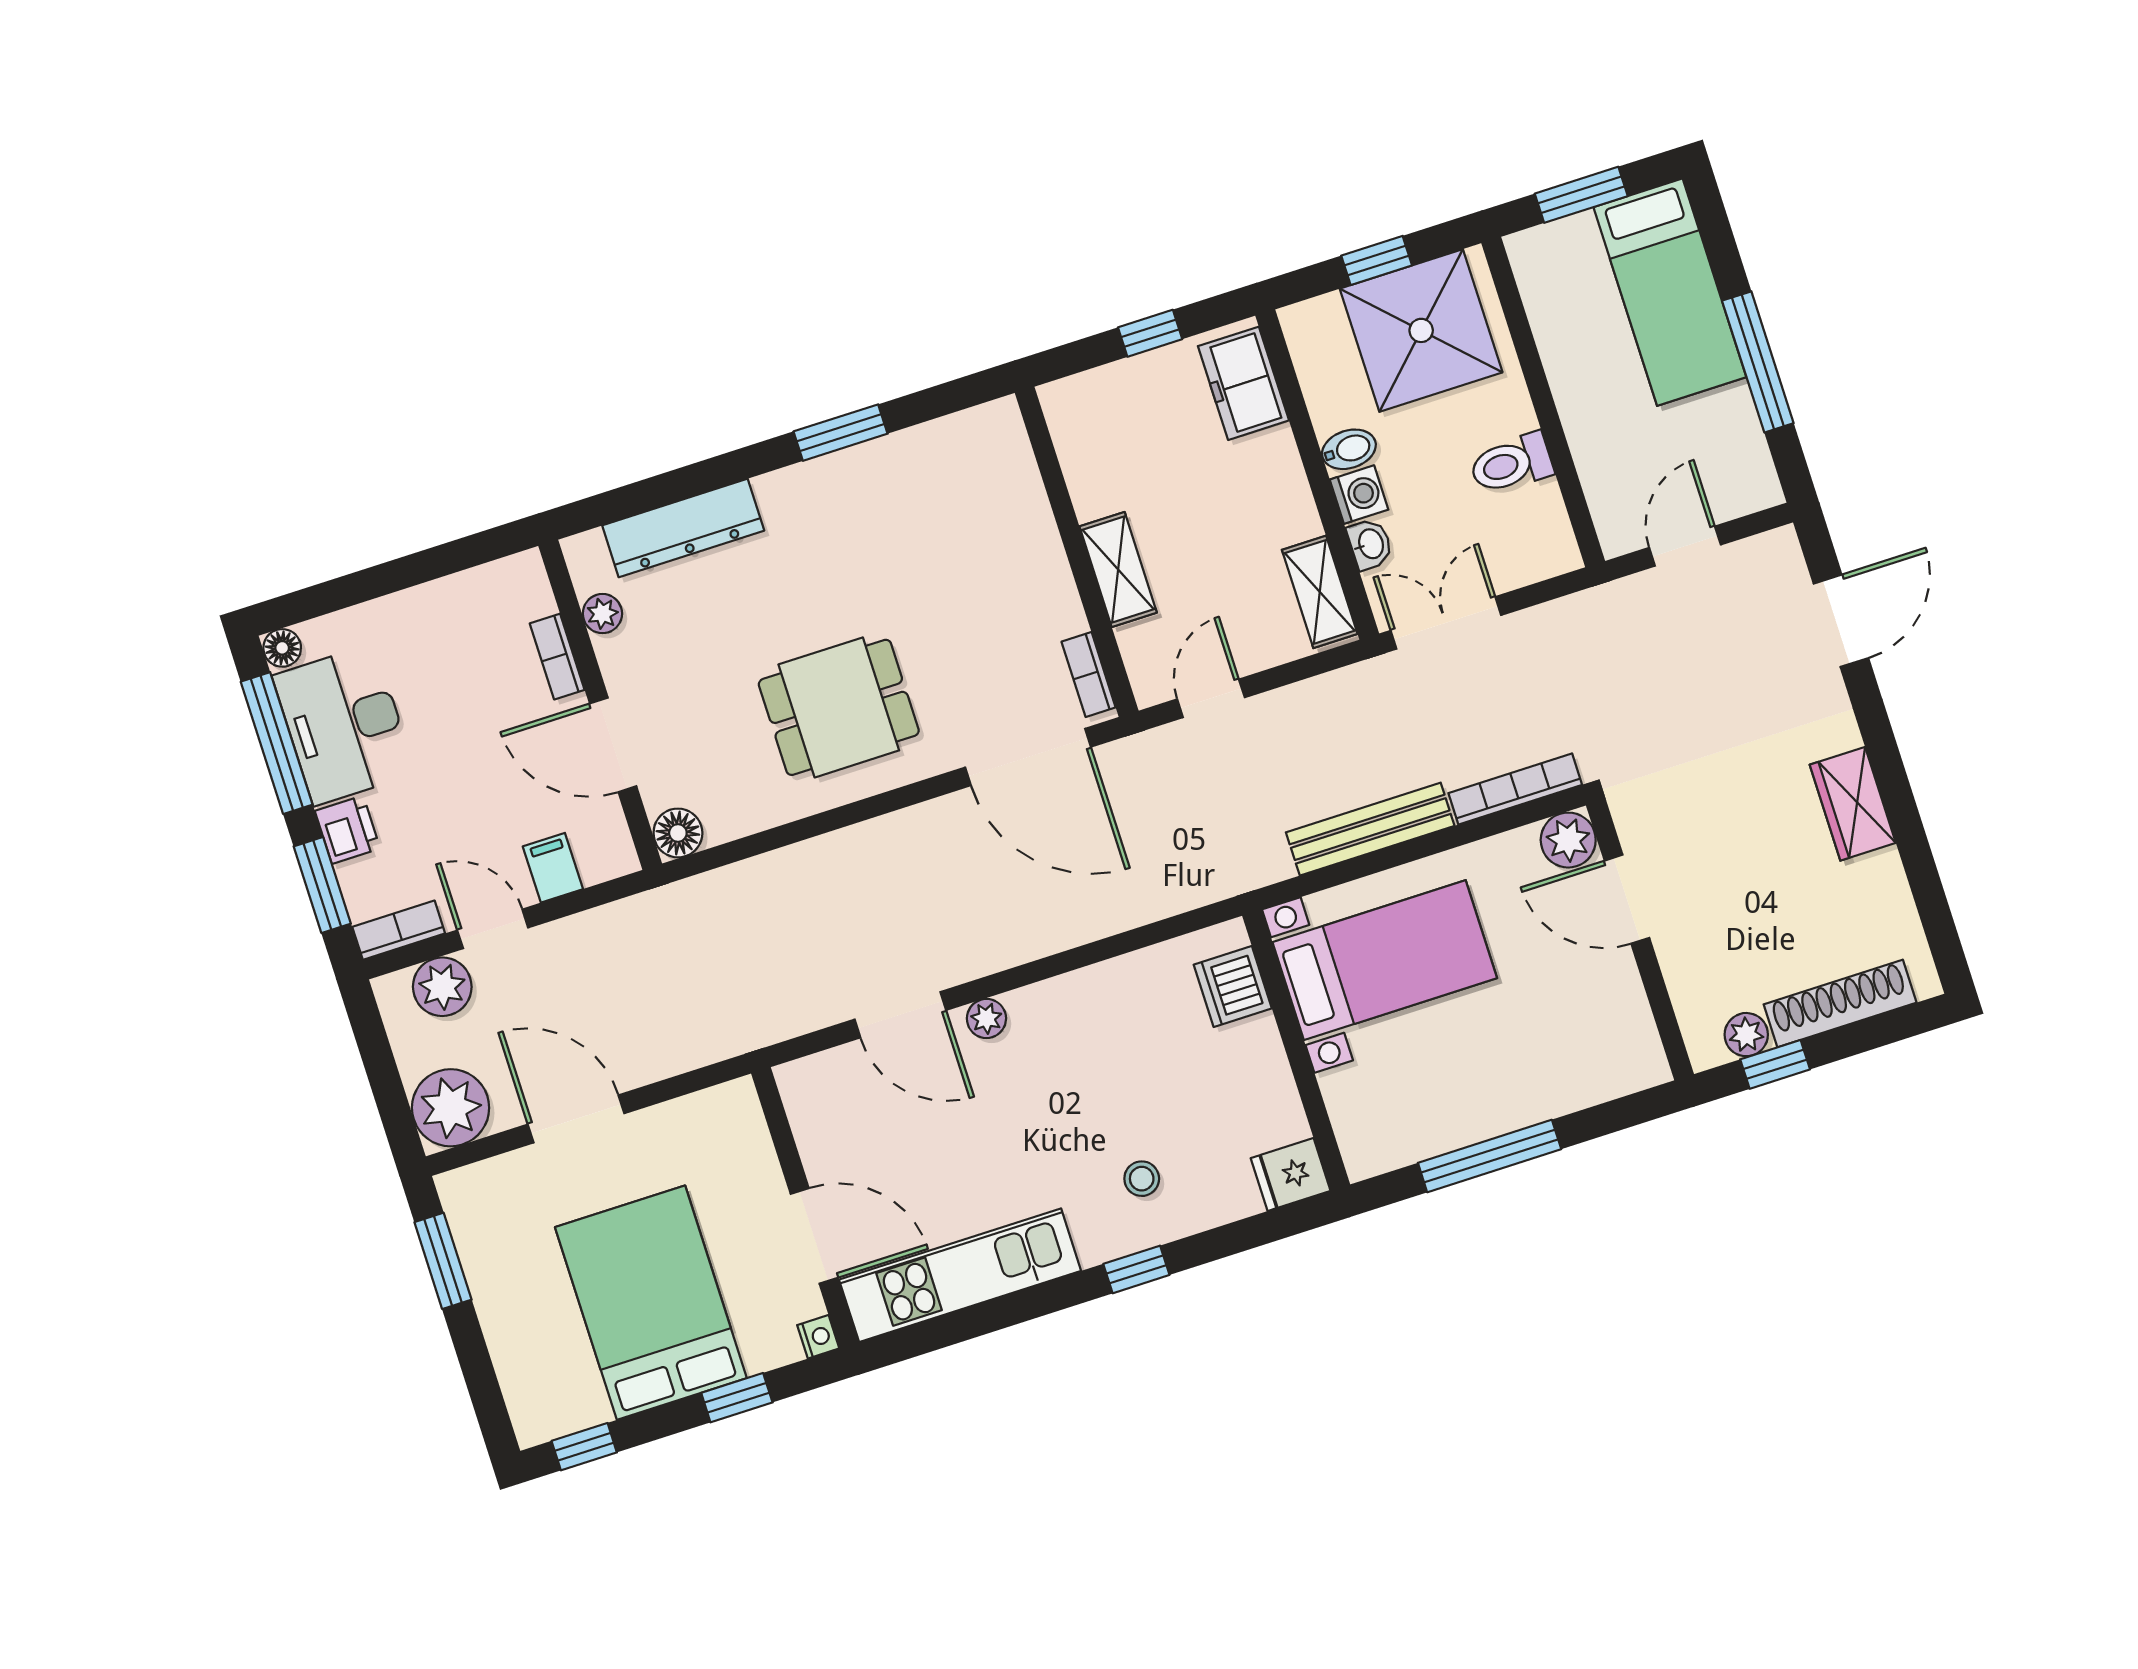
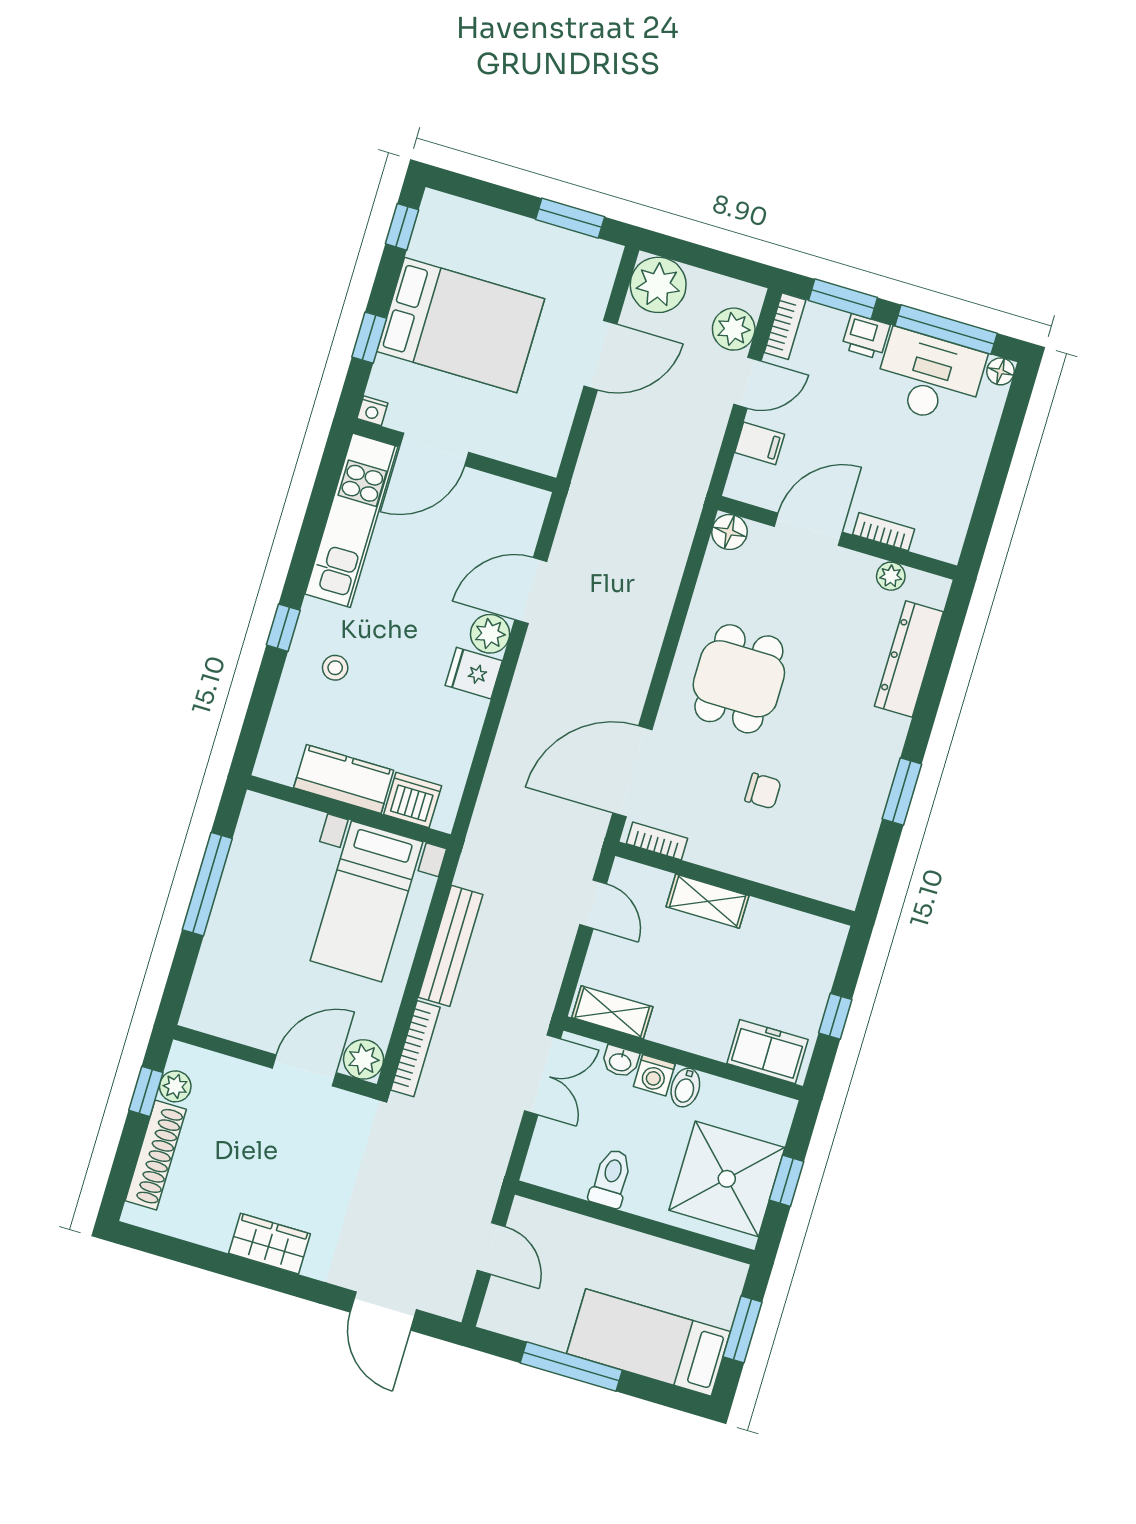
chair: (948, 592) -> (763, 791), added
plant: (986, 1018) -> (490, 634), width x1.38, depth x1.38
kitchen counter: (1262, 1082) -> (344, 779), added
fridge: (1291, 1174) -> (474, 673), moved, turned -90

